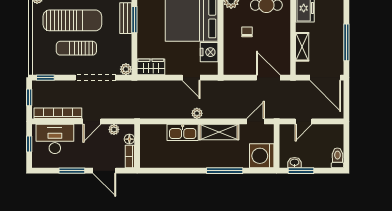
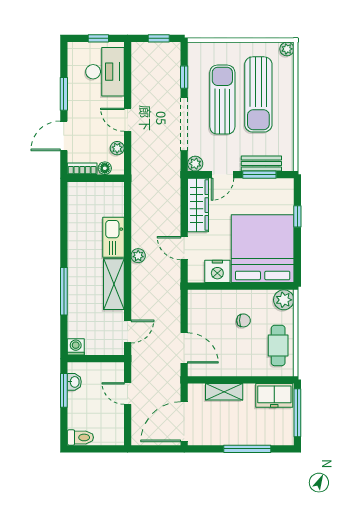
window: (346, 42) -> (247, 449), moved
sun lounger: (76, 48) -> (222, 100), width x1.36, depth x1.34
door: (134, 48) -> (223, 175), added
wardrobe: (151, 67) -> (198, 205), width x1.50
window: (45, 78) -> (184, 77), moved
door: (191, 78) -> (184, 248), hinge flipped
door: (268, 78) -> (184, 348), hinge flipped
bookcase: (58, 113) -> (138, 76), removed
door: (256, 121) -> (128, 332), hinge flipped
washing machine: (262, 156) -> (76, 347), width x0.53, depth x0.53

